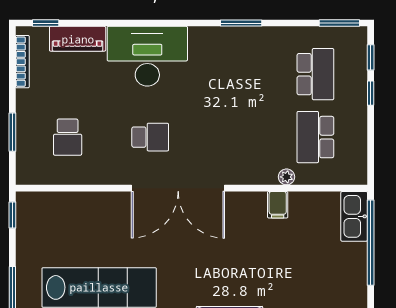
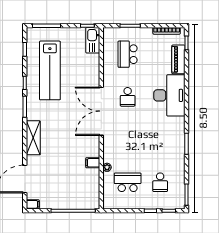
school desk: (315, 74) -> (160, 182), width x0.54
school desk: (68, 137) -> (128, 54), width x1.85
kitchen sink: (354, 216) -> (93, 40), moved, turned -90

